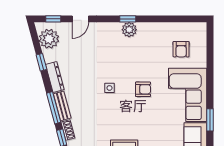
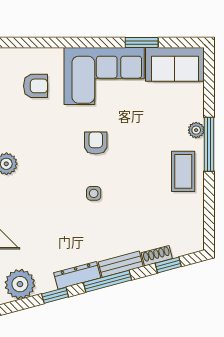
window: (54, 108) -> (107, 281), moved

